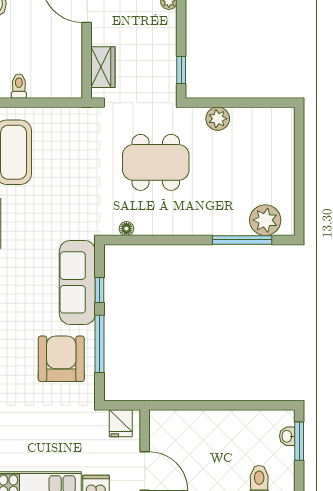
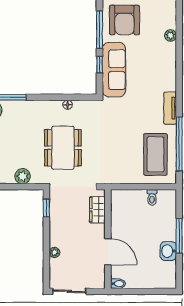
dining table: (156, 162) -> (63, 148), turned 90
floor lamp: (126, 229) -> (68, 105), moved

